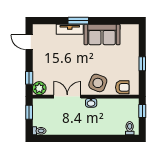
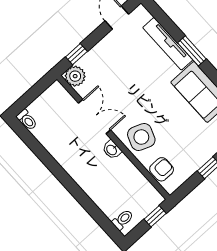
tv unit: (70, 29) -> (168, 44), width x1.41
armchair: (122, 87) -> (162, 169), turned -90
window: (29, 112) -> (38, 89), removed

